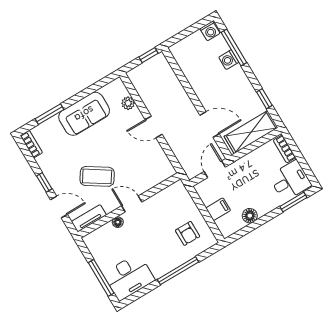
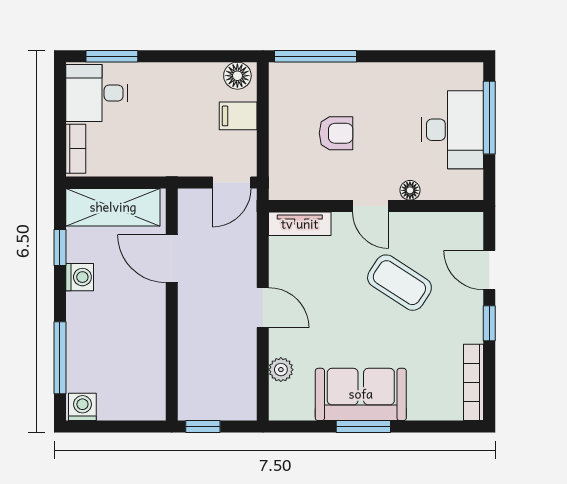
washing machine: (229, 60) -> (80, 277), moved
window: (50, 114) -> (363, 427), moved
bookcase: (31, 144) -> (474, 382), width x1.56
door: (215, 169) -> (232, 183), moved
floor lamp: (250, 216) -> (237, 76), moved
tv unit: (89, 218) -> (300, 224), moved
armchair: (187, 233) -> (336, 133), moved, turned 90
window: (178, 271) -> (316, 56), moved
desk: (129, 277) -> (453, 130), moved, turned 90

